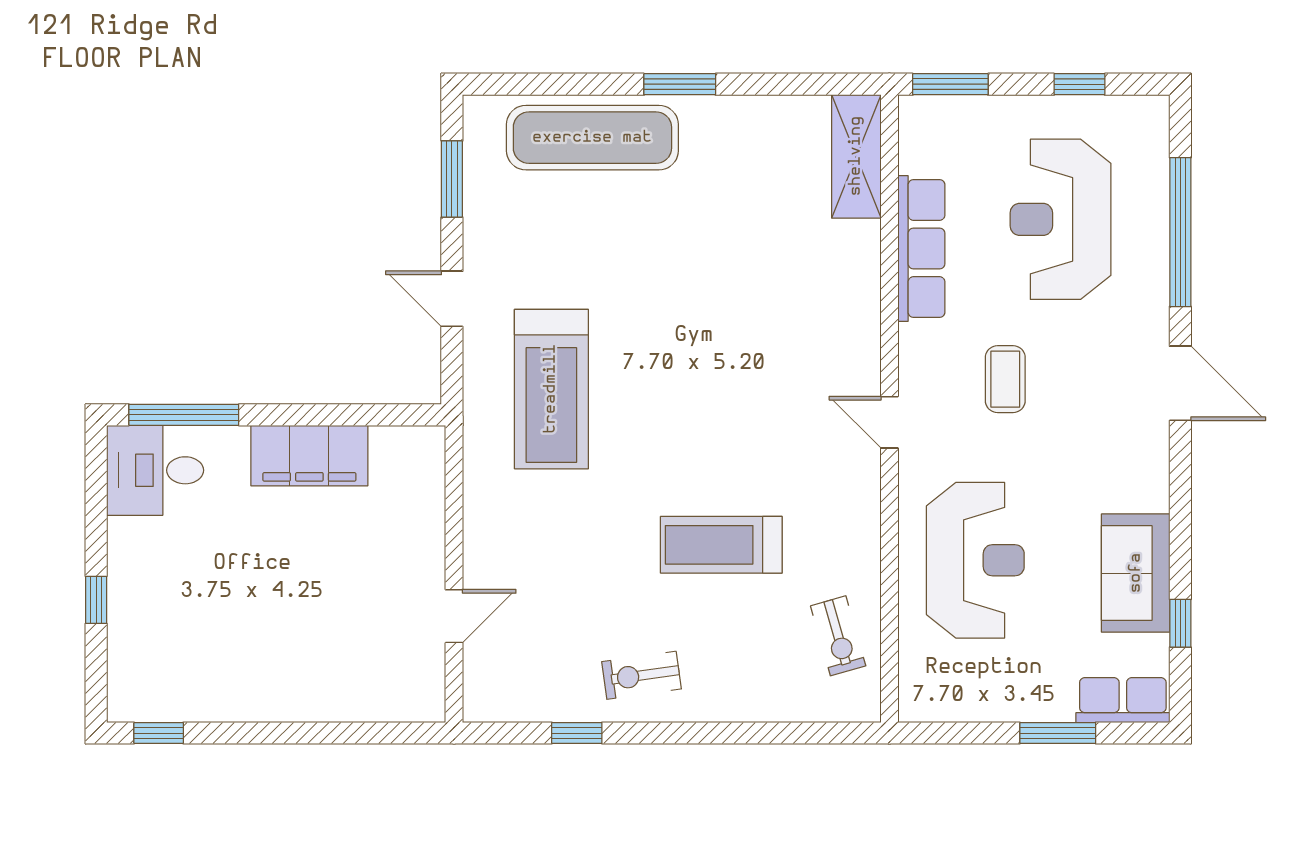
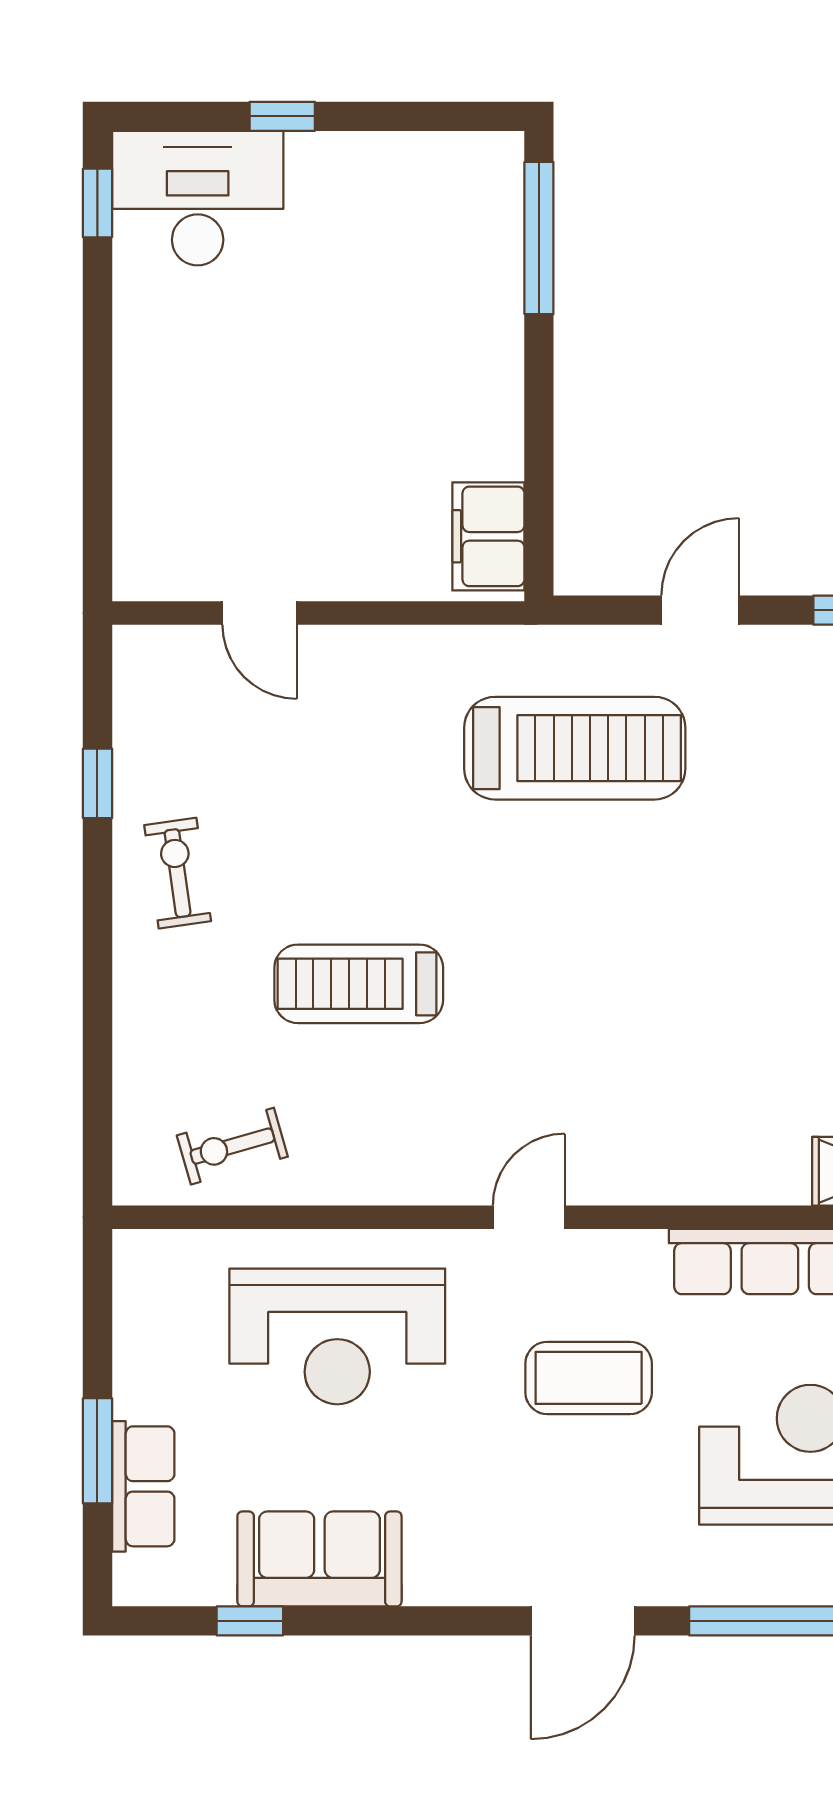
coffee table: (1005, 379) -> (589, 1378), width x1.36, depth x1.30
treadmill: (551, 389) -> (575, 748), turned 180
filing cabinet: (309, 456) -> (488, 536), moved, width x0.67, depth x0.86
desk: (155, 470) -> (198, 198), moved, width x1.37
treadmill: (721, 545) -> (359, 984), turned -90
row of seats: (1123, 700) -> (143, 1486), moved

